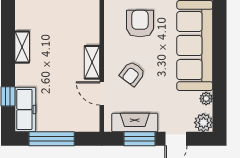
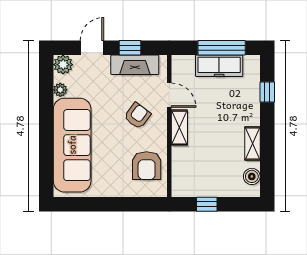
boiler: (23, 15) -> (252, 176), added
armchair: (140, 24) -> (147, 166), moved
freezer: (25, 110) -> (219, 66), moved, turned -90
window: (139, 139) -> (130, 48), width x0.67

